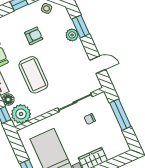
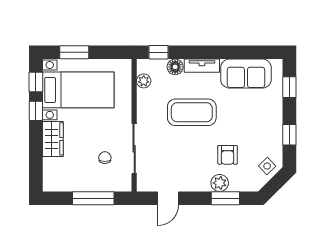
armchair: (34, 36) -> (227, 155), moved
plant: (21, 114) -> (144, 81), width x0.53, depth x0.53

